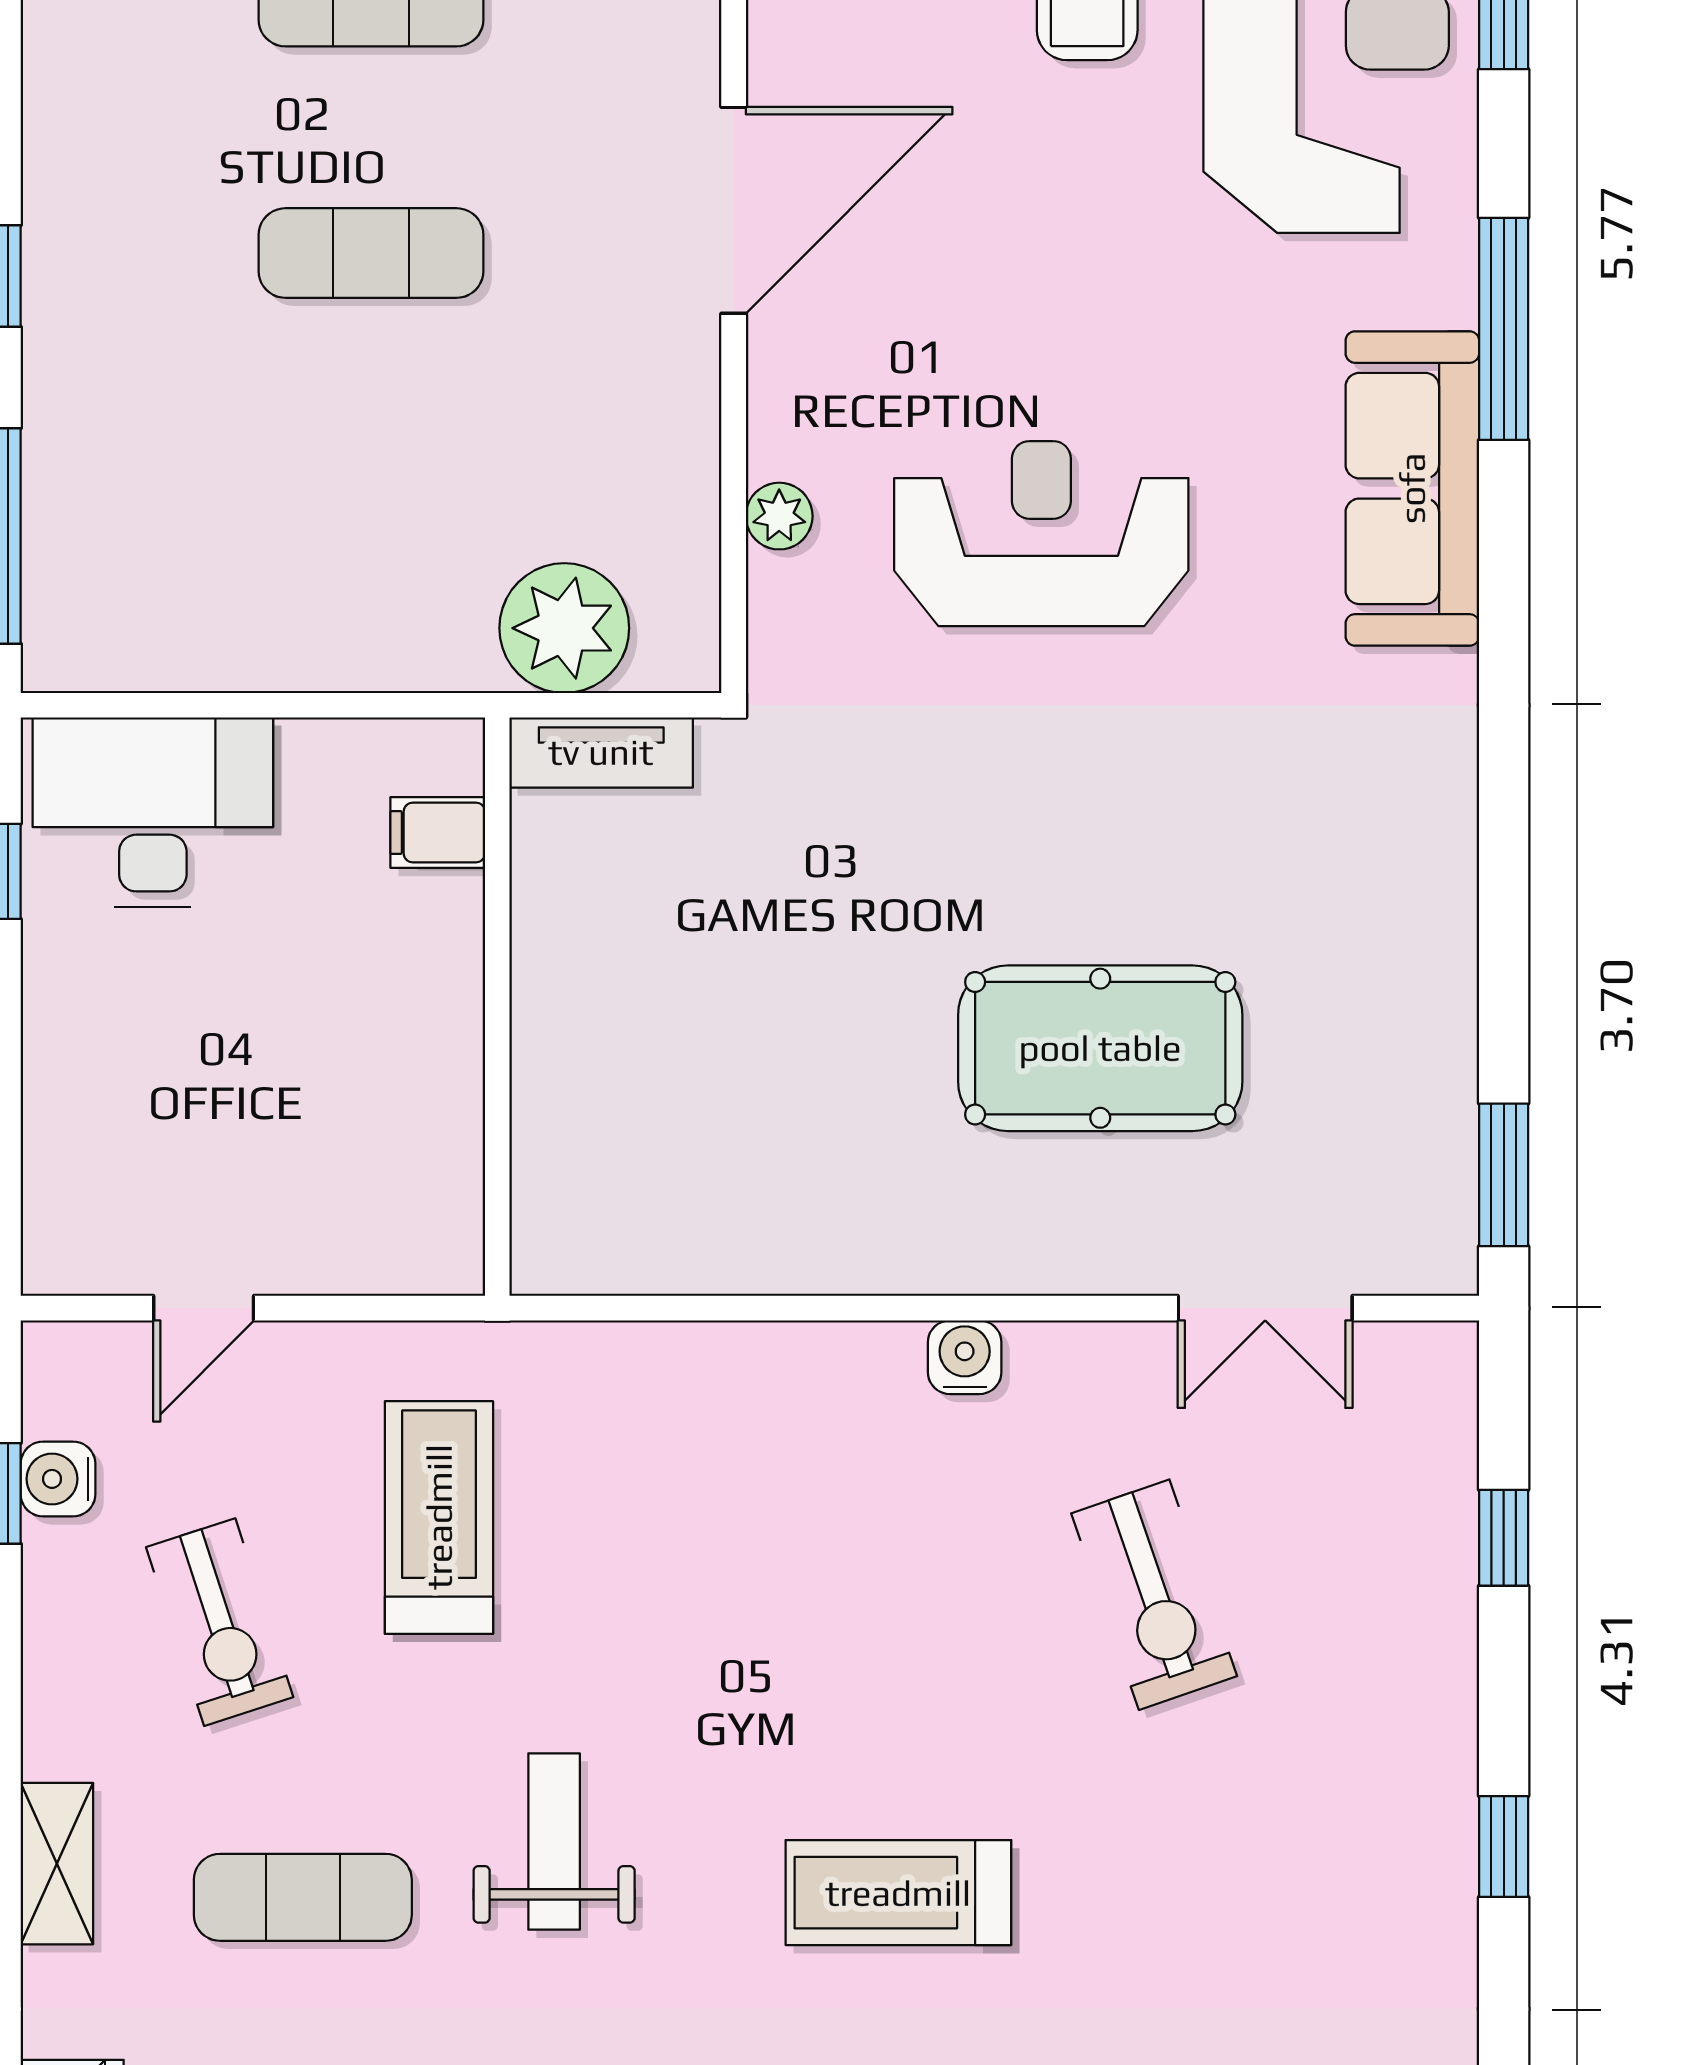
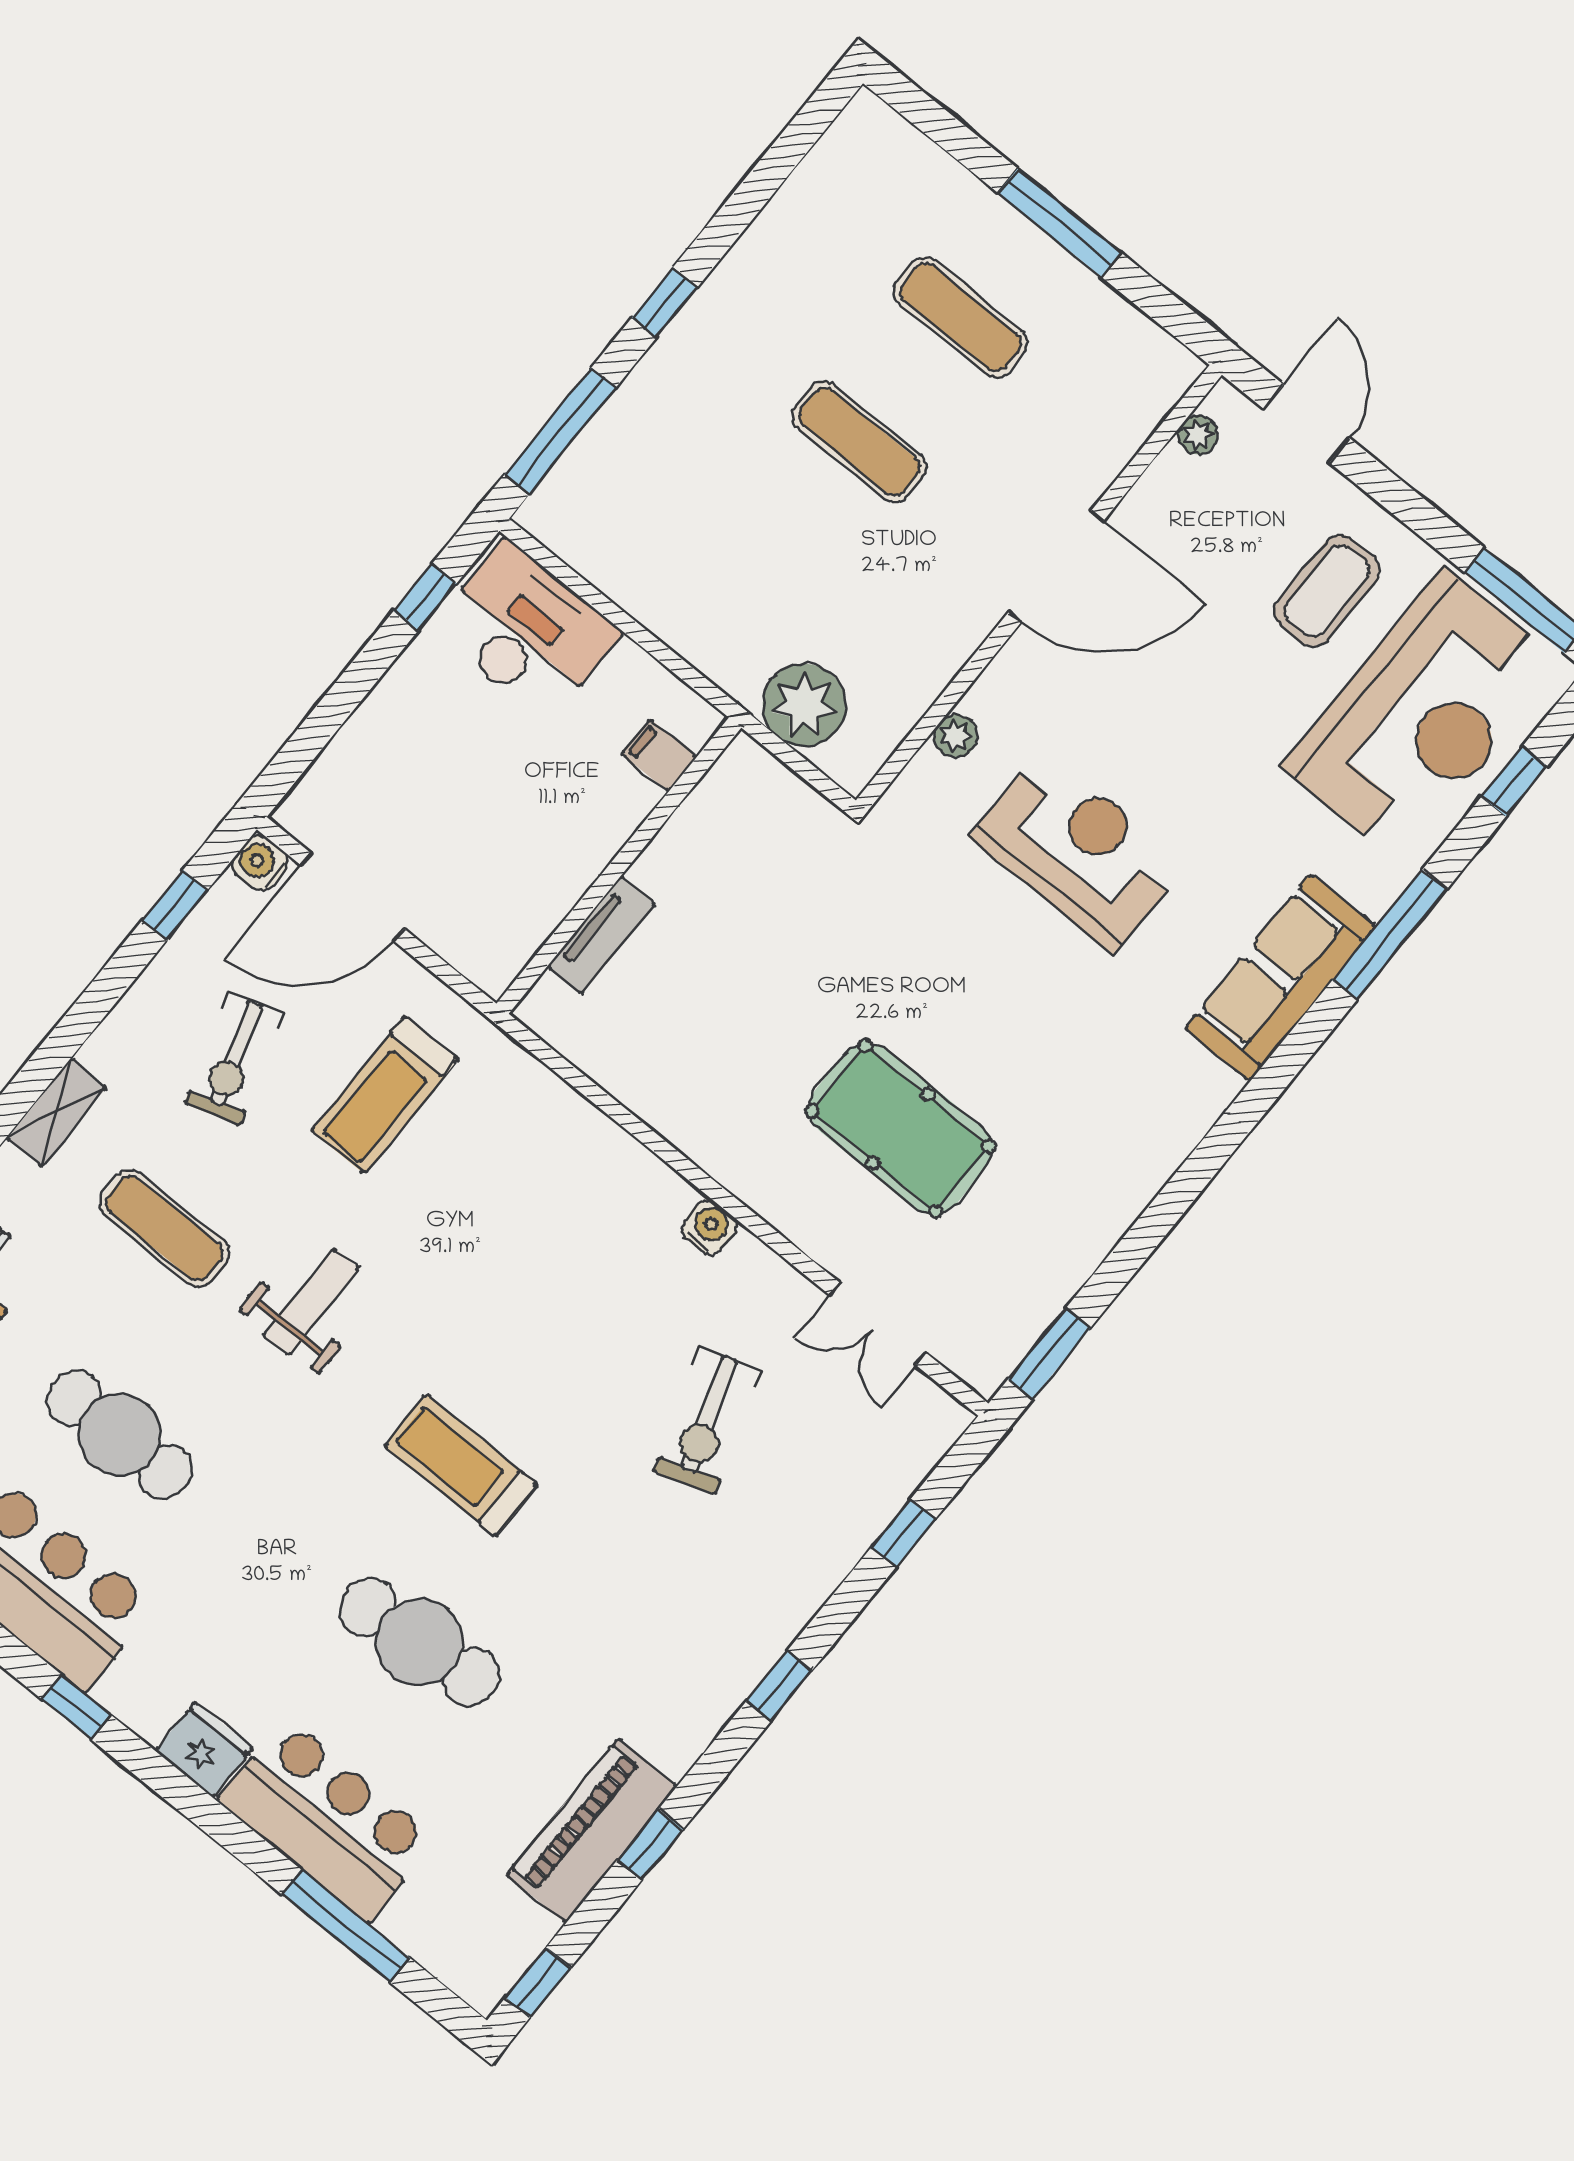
tv unit: (601, 752) -> (601, 935), moved, turned -90
door: (204, 1308) -> (352, 897), width x1.87
water cooler: (58, 1479) -> (260, 863), moved
treadmill: (439, 1517) -> (385, 1095), turned 180

